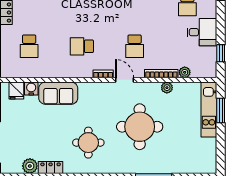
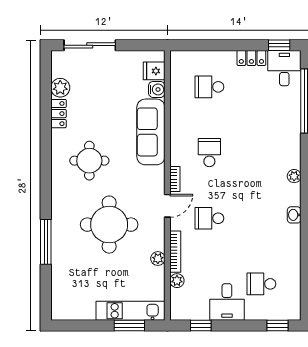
sofa: (58, 93) -> (151, 132), width x1.36

